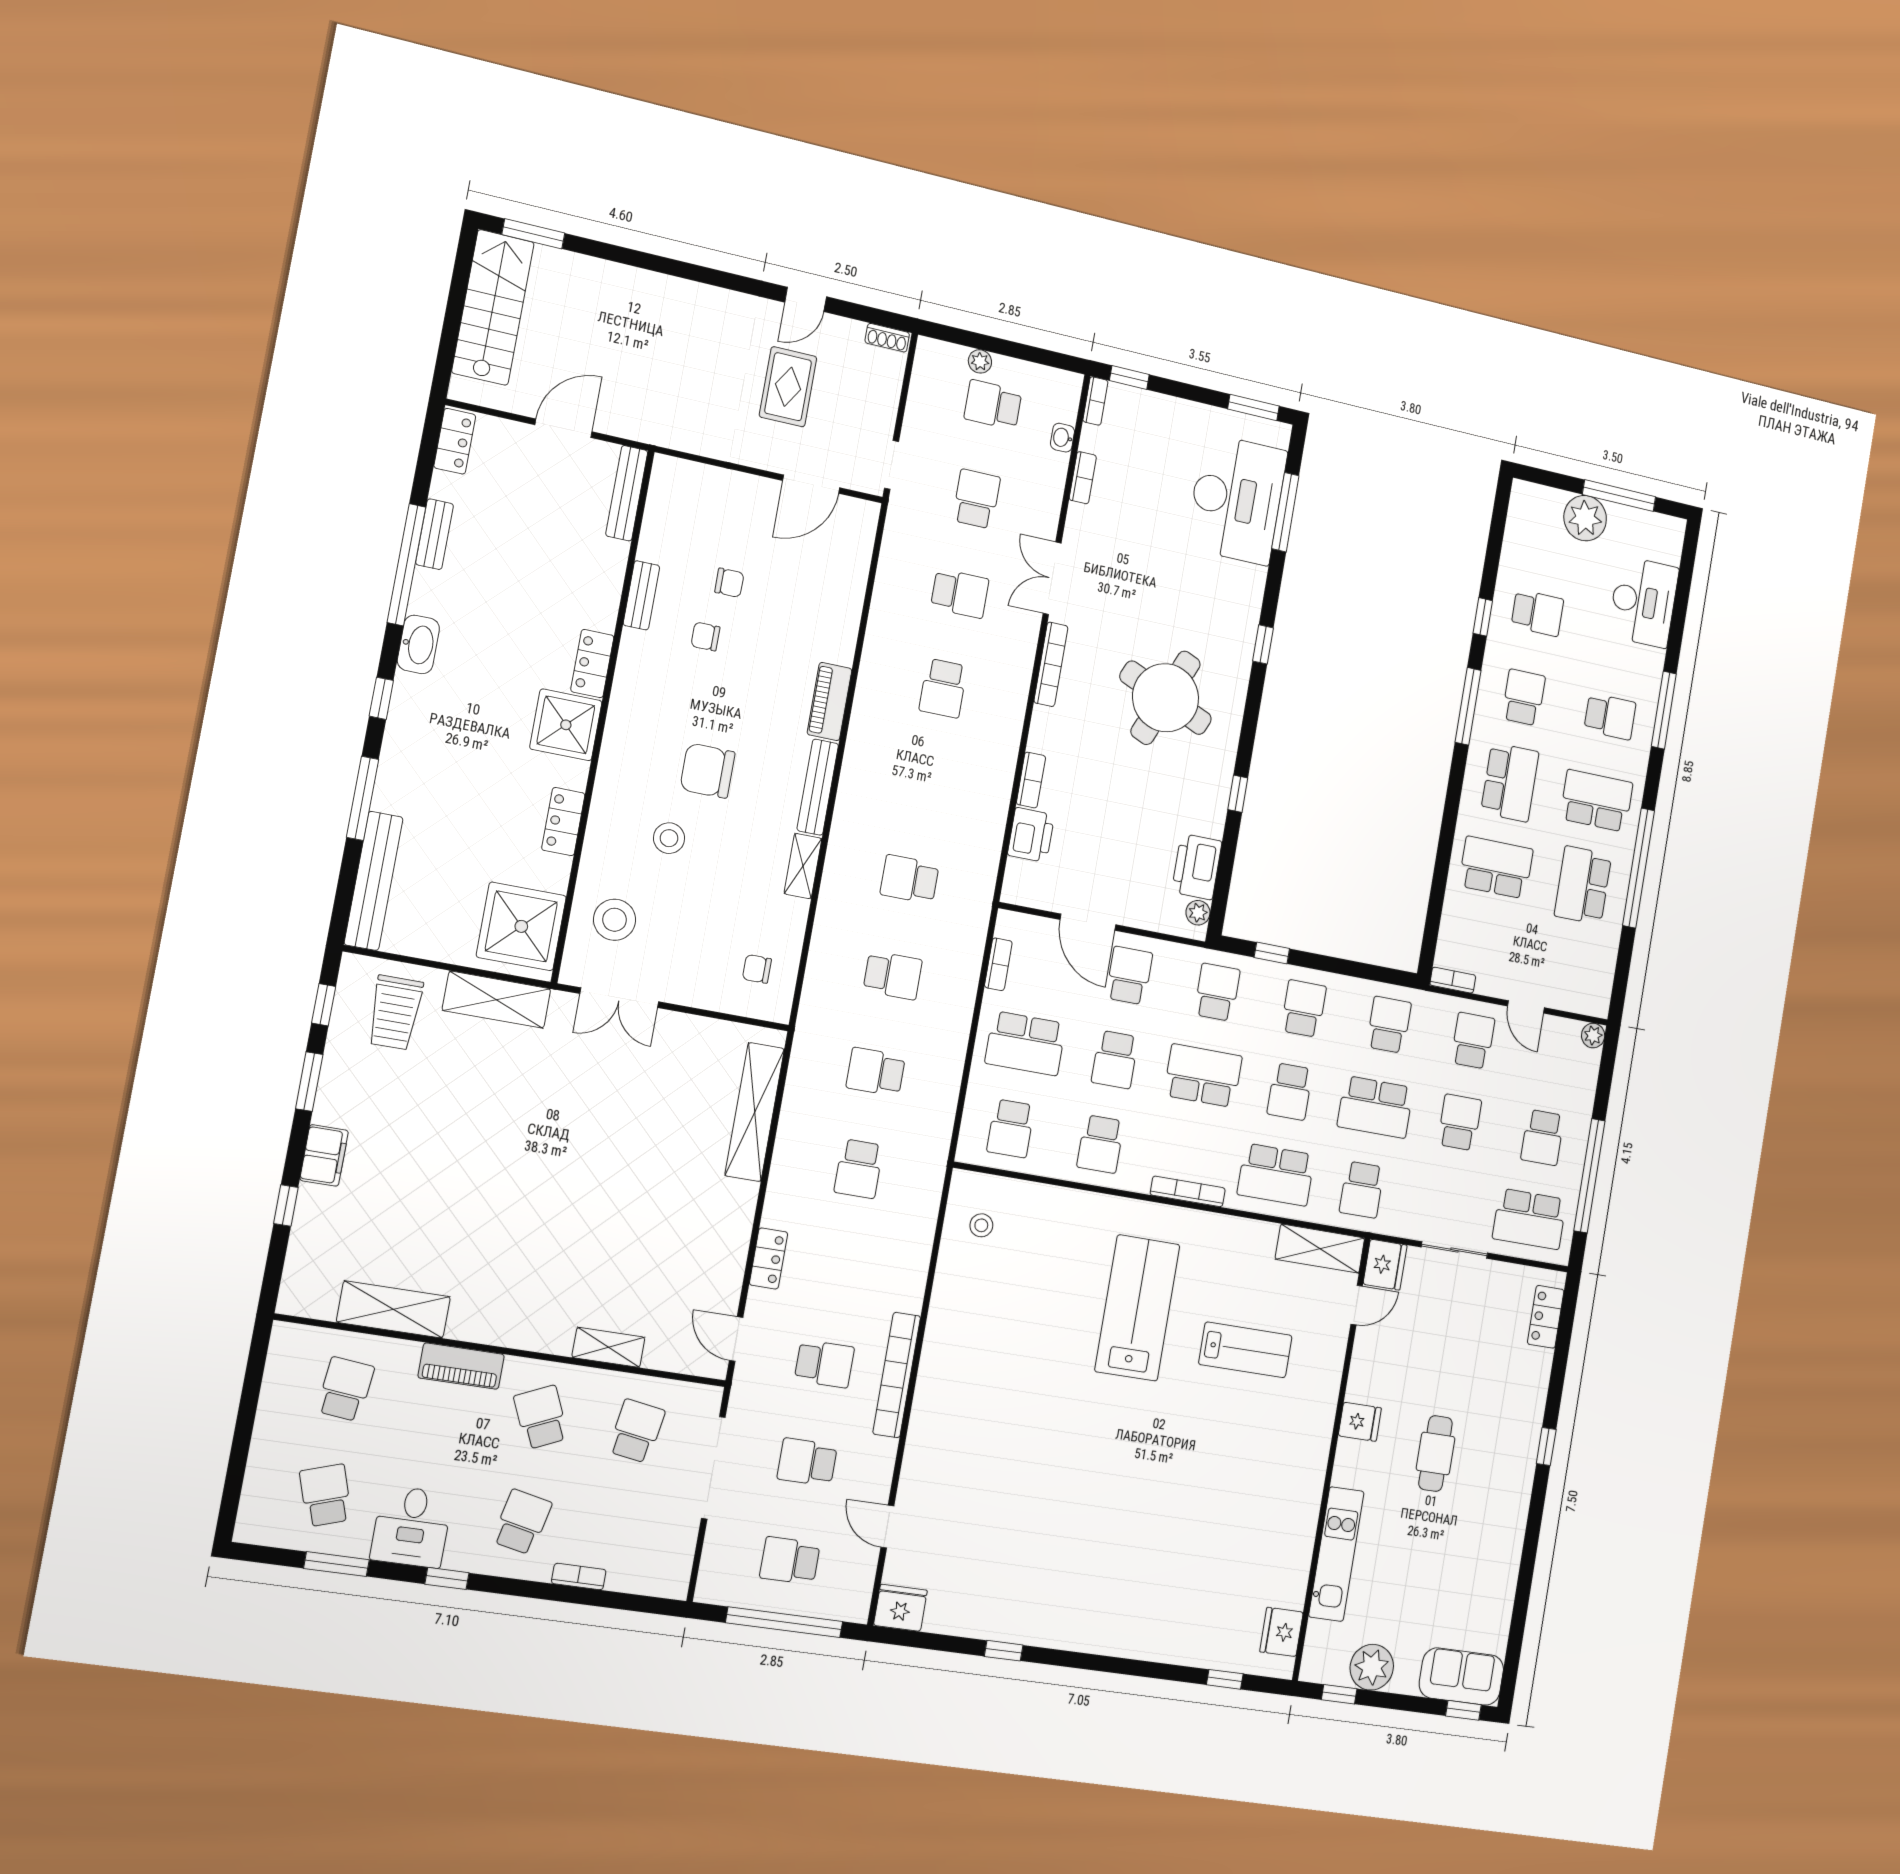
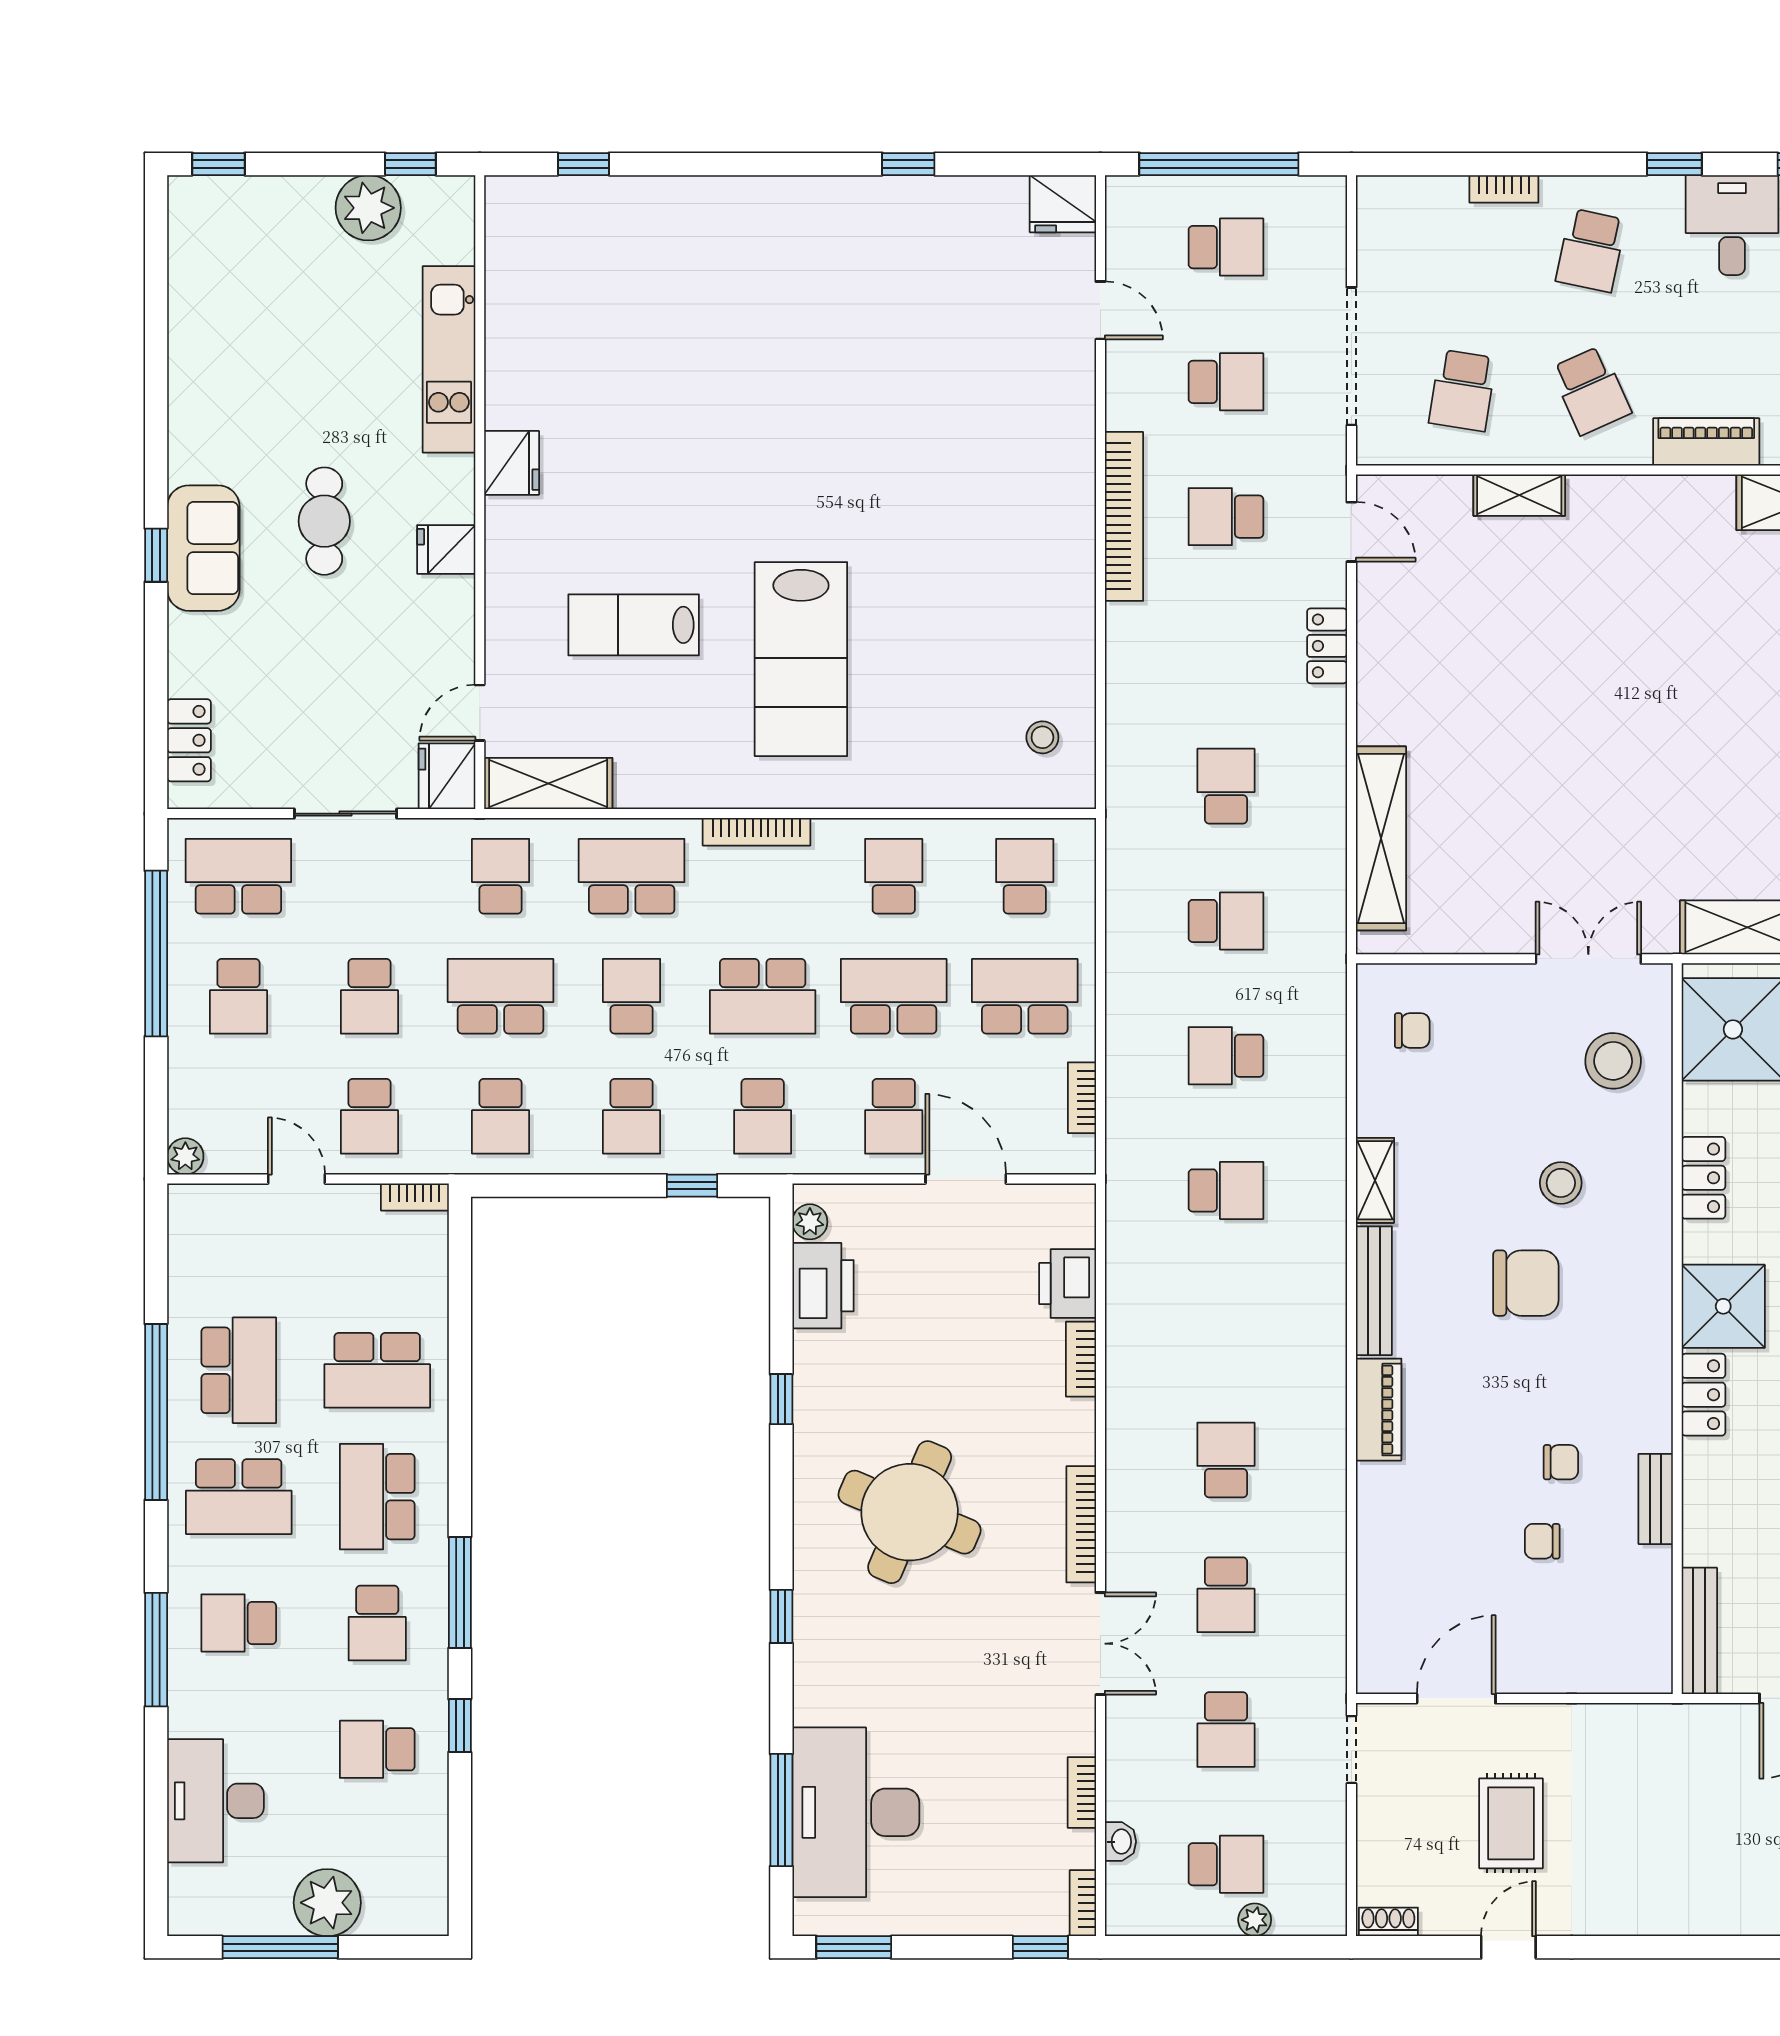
school desk: (960, 593) -> (1226, 1595), turned -90
school desk: (1115, 1060) -> (894, 996), width x1.85
school desk: (1543, 1137) -> (238, 996), turned 180
fridge: (1281, 1632) -> (512, 463), moved
sofa: (1461, 1677) -> (203, 548), moved, turned -90

